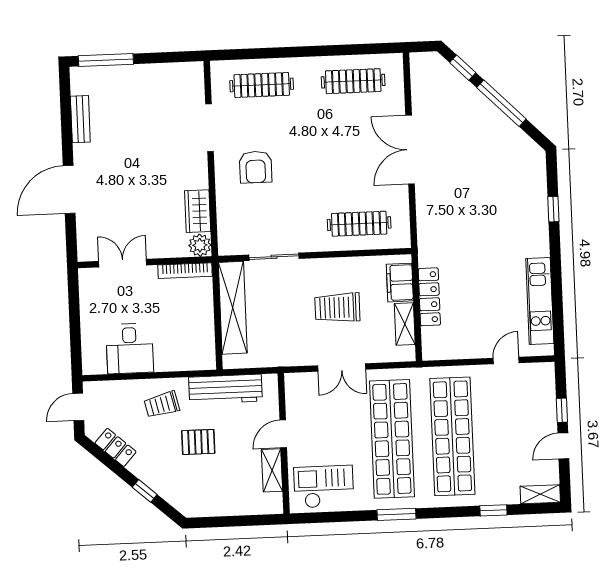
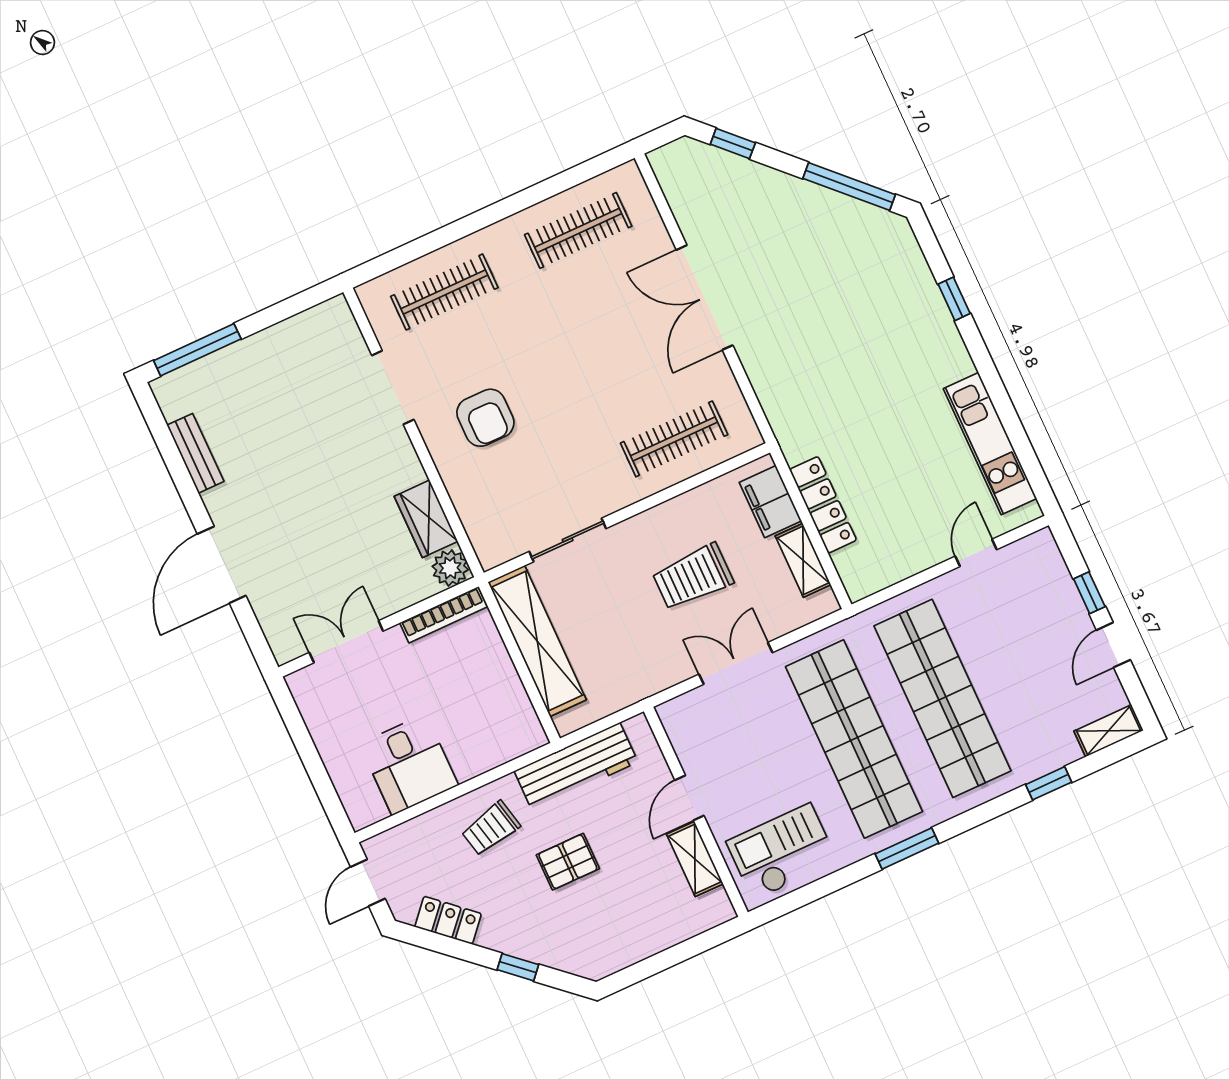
window: (501, 103) -> (849, 187), moved
double door: (342, 367) -> (736, 663), swing flipped

